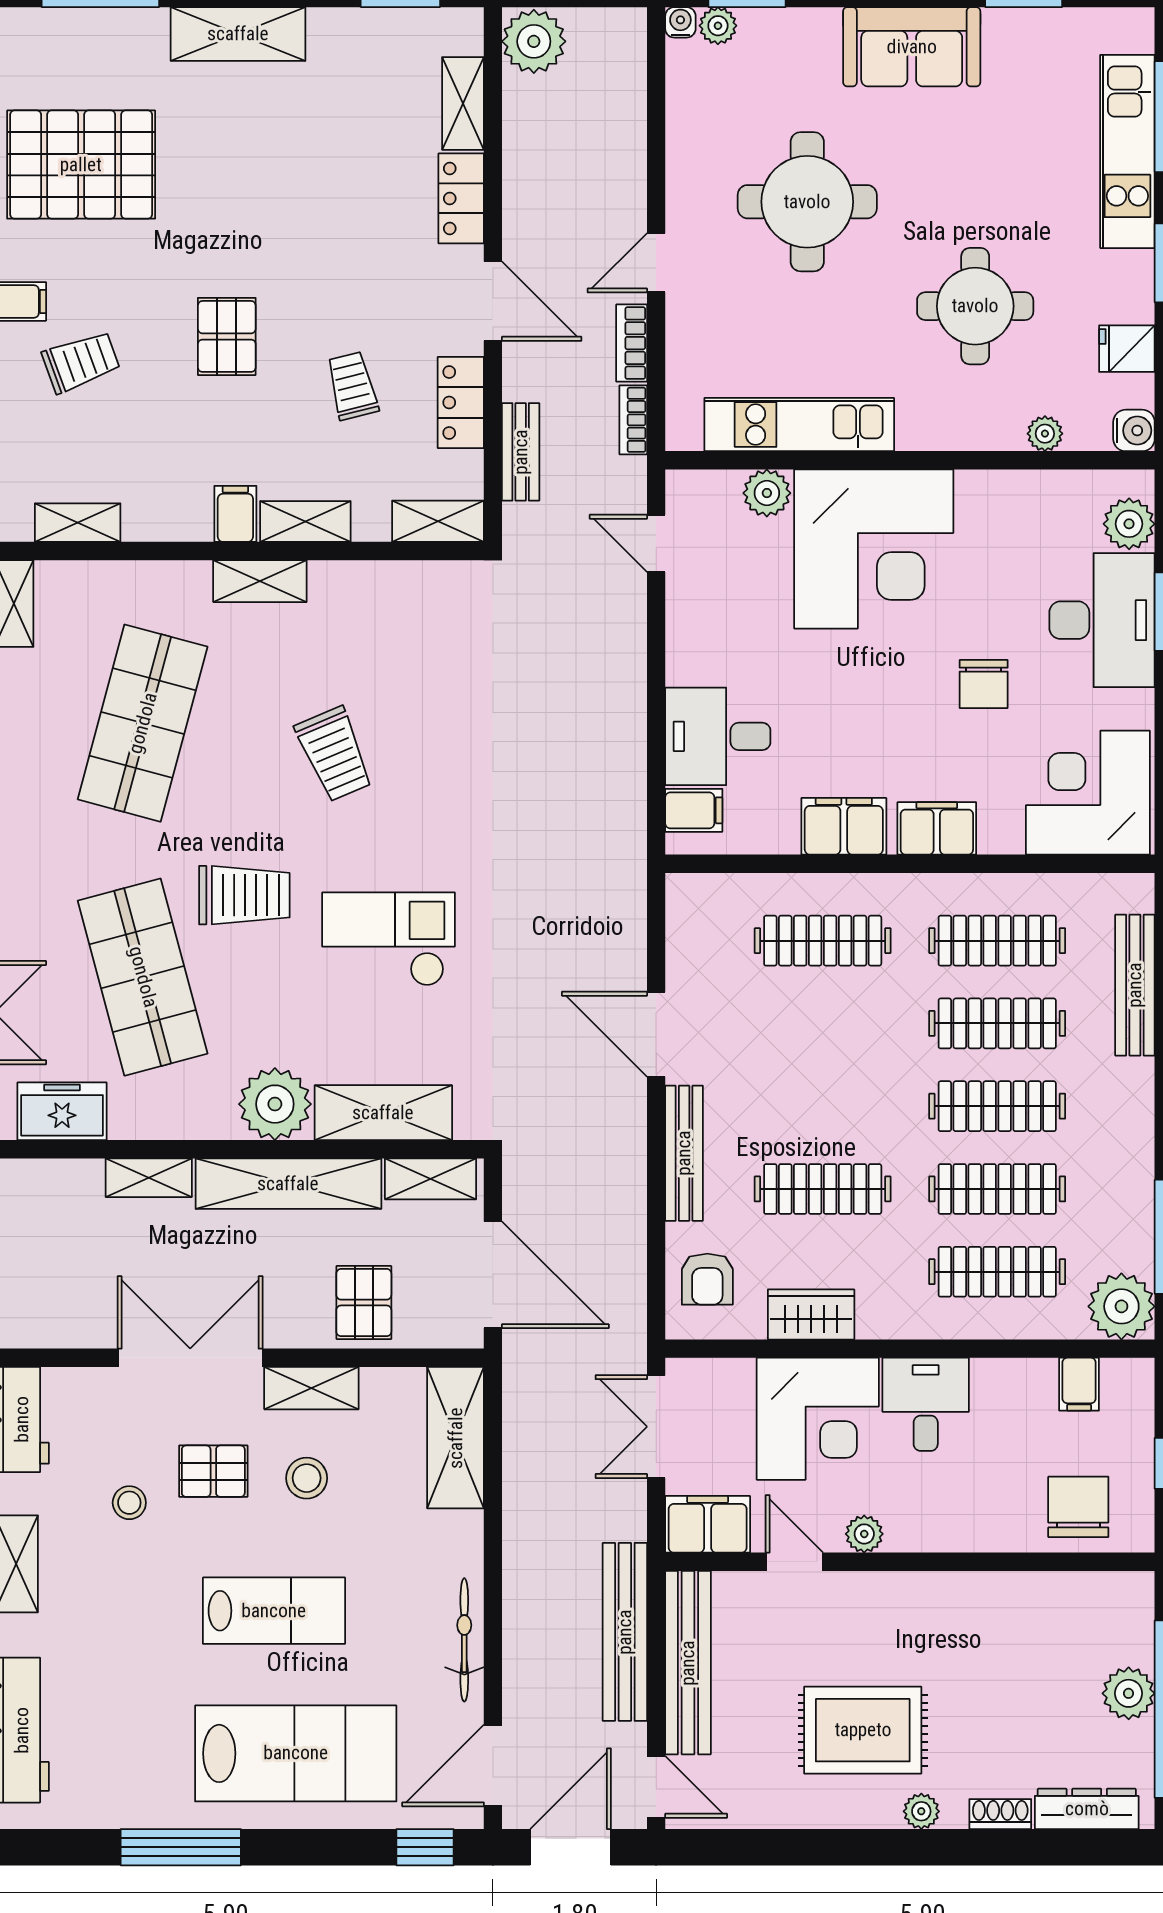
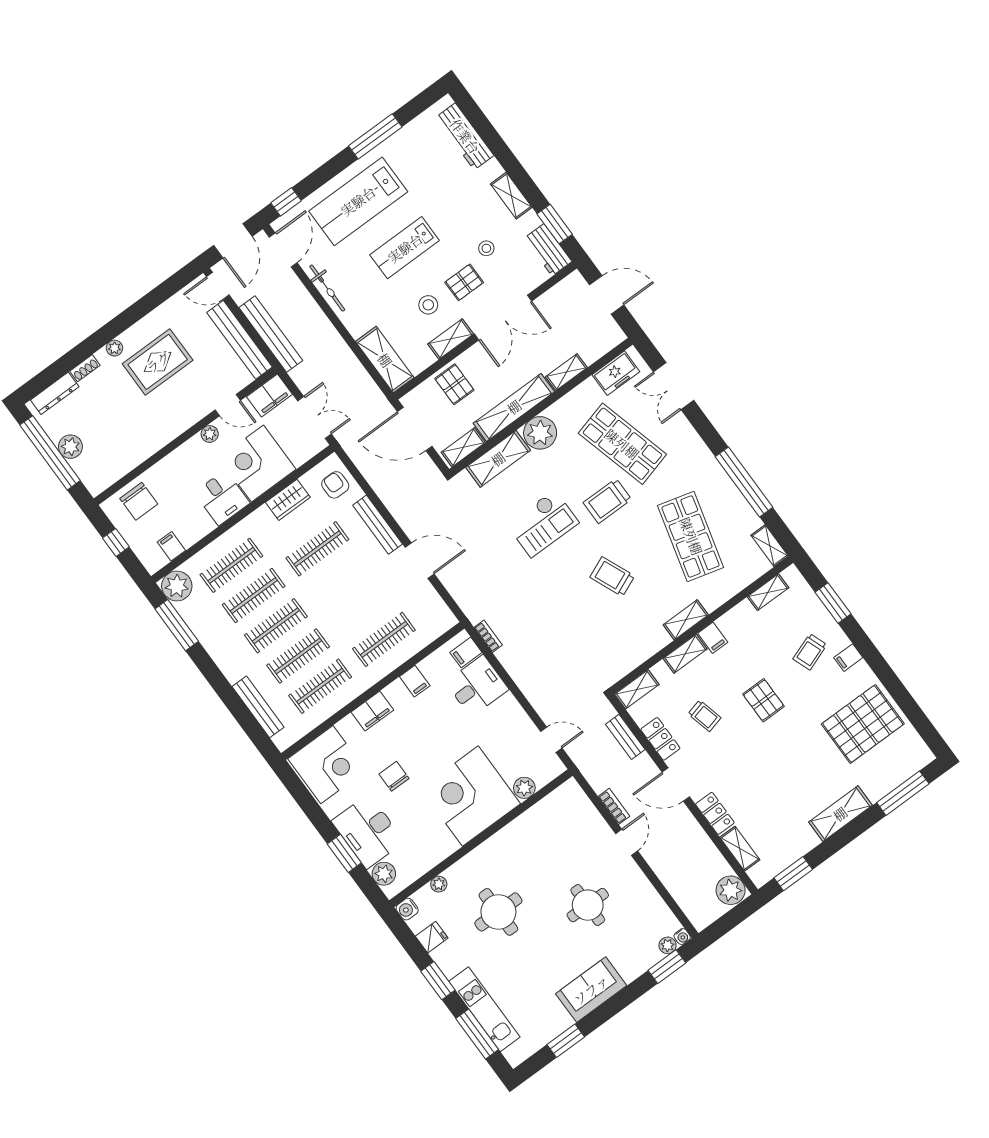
round table: (807, 202) -> (588, 905), width x0.73, depth x0.73
bookcase: (633, 420) -> (488, 636), moved
kitchen unit: (799, 425) -> (531, 822), removed
filing cabinet: (844, 826) -> (415, 681), width x0.50

